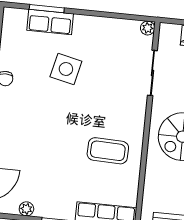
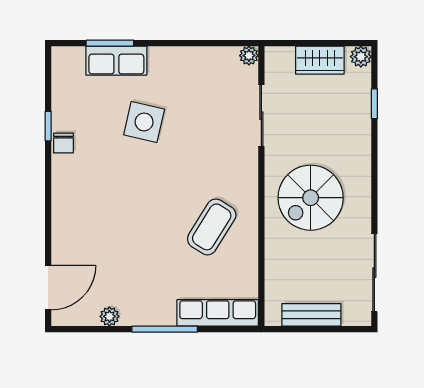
coffee table: (108, 151) -> (212, 227), turned -60

